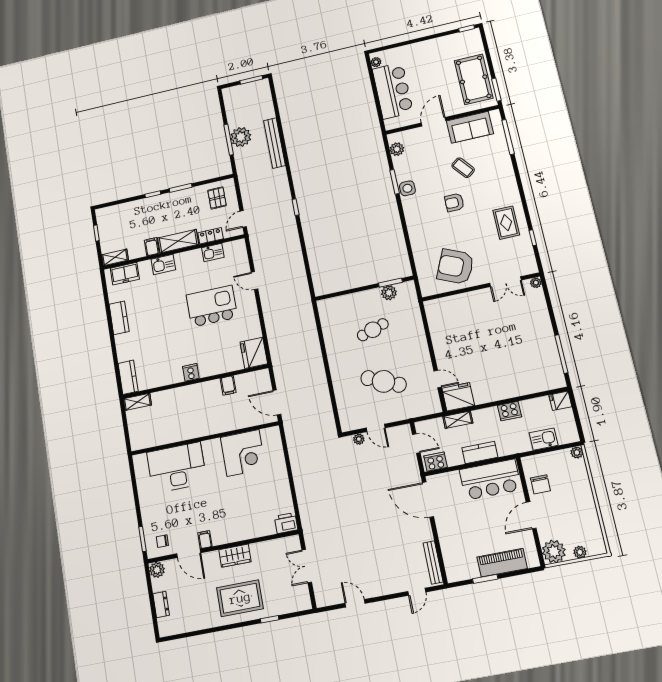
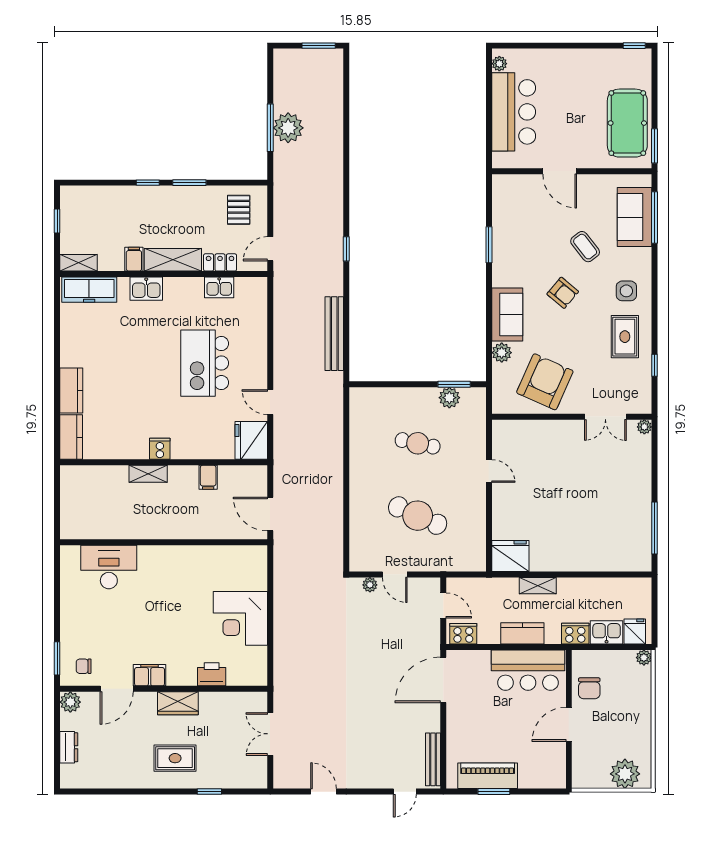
door: (434, 122) -> (560, 171), swing flipped
sofa: (470, 127) -> (635, 217), moved, turned 90
bench: (274, 143) -> (334, 334), moved
plant: (397, 149) -> (502, 353), moved
side table: (407, 188) -> (626, 291), moved
armchair: (454, 203) -> (563, 293), turned -140
sofa: (418, 226) -> (507, 315), added
armchair: (455, 267) -> (545, 382), turned 90
freezer: (125, 274) -> (89, 290), width x1.40
door: (254, 281) -> (270, 402), moved
kitchen island: (212, 306) -> (205, 363), turned -90
kitchen counter: (119, 318) -> (71, 391), moved
cafe table: (373, 330) -> (418, 443), turned 30
door: (438, 379) -> (489, 471), moved
fridge: (560, 401) -> (635, 631), moved, turned 90
shelving: (137, 402) -> (148, 474), moved
cooker: (509, 411) -> (575, 634), moved, turned 180
shelving: (458, 420) -> (538, 586), moved
corner desk: (243, 453) -> (240, 618), moved, turned 90
desk: (177, 468) -> (109, 567), width x0.73, depth x0.77
door: (428, 500) -> (443, 680), hinge flipped
printer: (286, 523) -> (212, 674), moved
filing cabinet: (205, 540) -> (150, 675), width x2.00
plant: (554, 552) -> (586, 774), removed
plant: (580, 552) -> (625, 774), width x1.88, depth x1.88
door: (189, 553) -> (117, 689), hinge flipped
piano: (502, 563) -> (488, 776), moved
rug: (240, 598) -> (175, 758), width x0.73, depth x0.70

